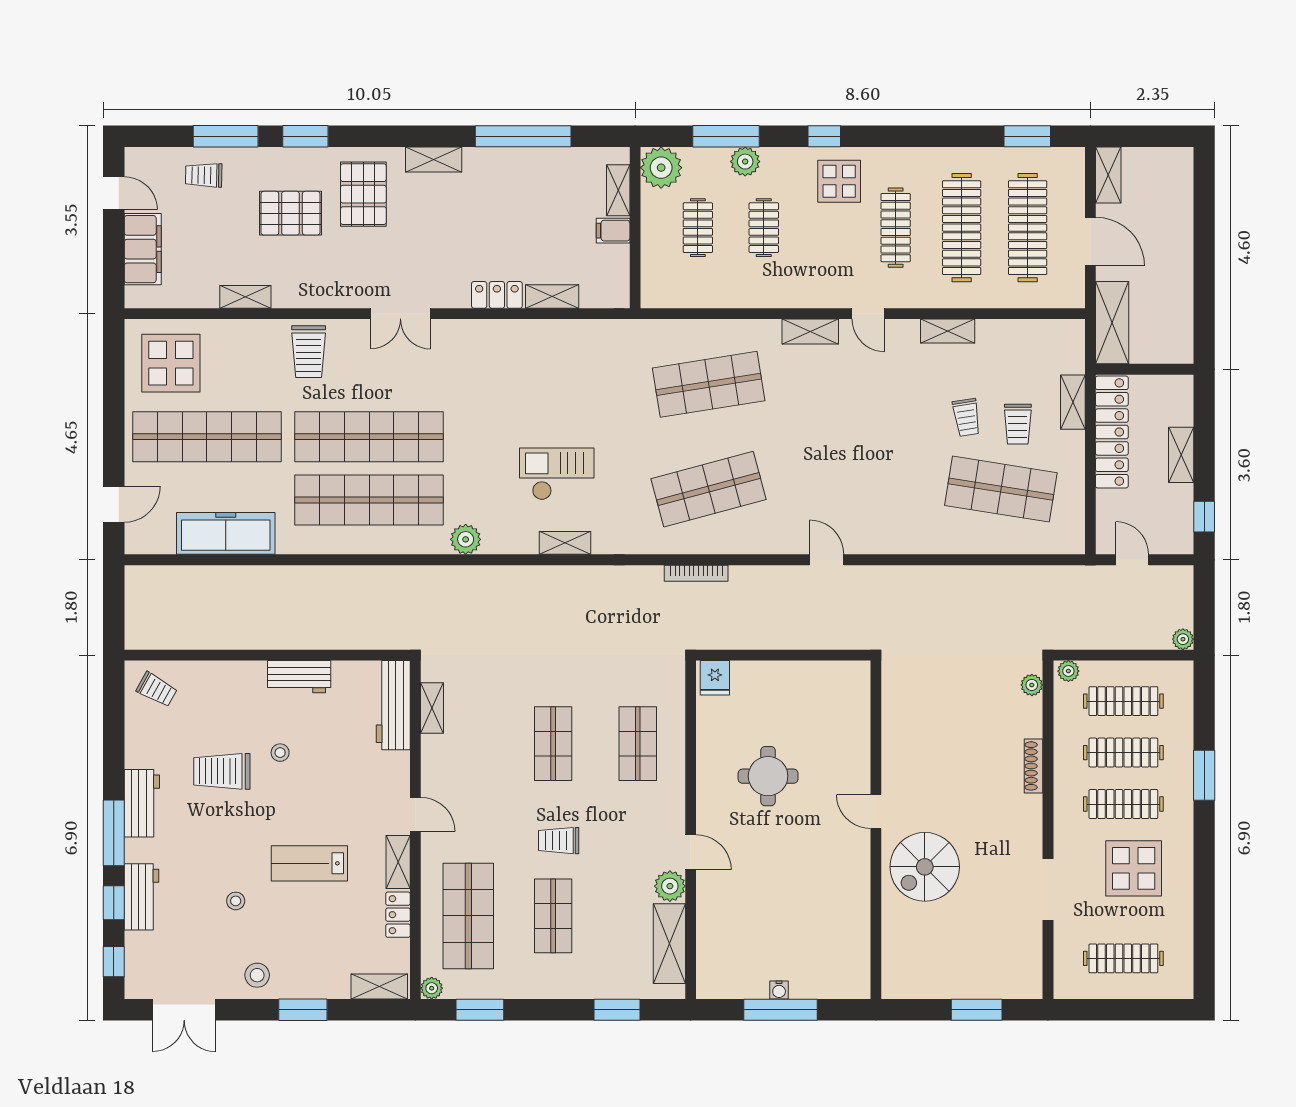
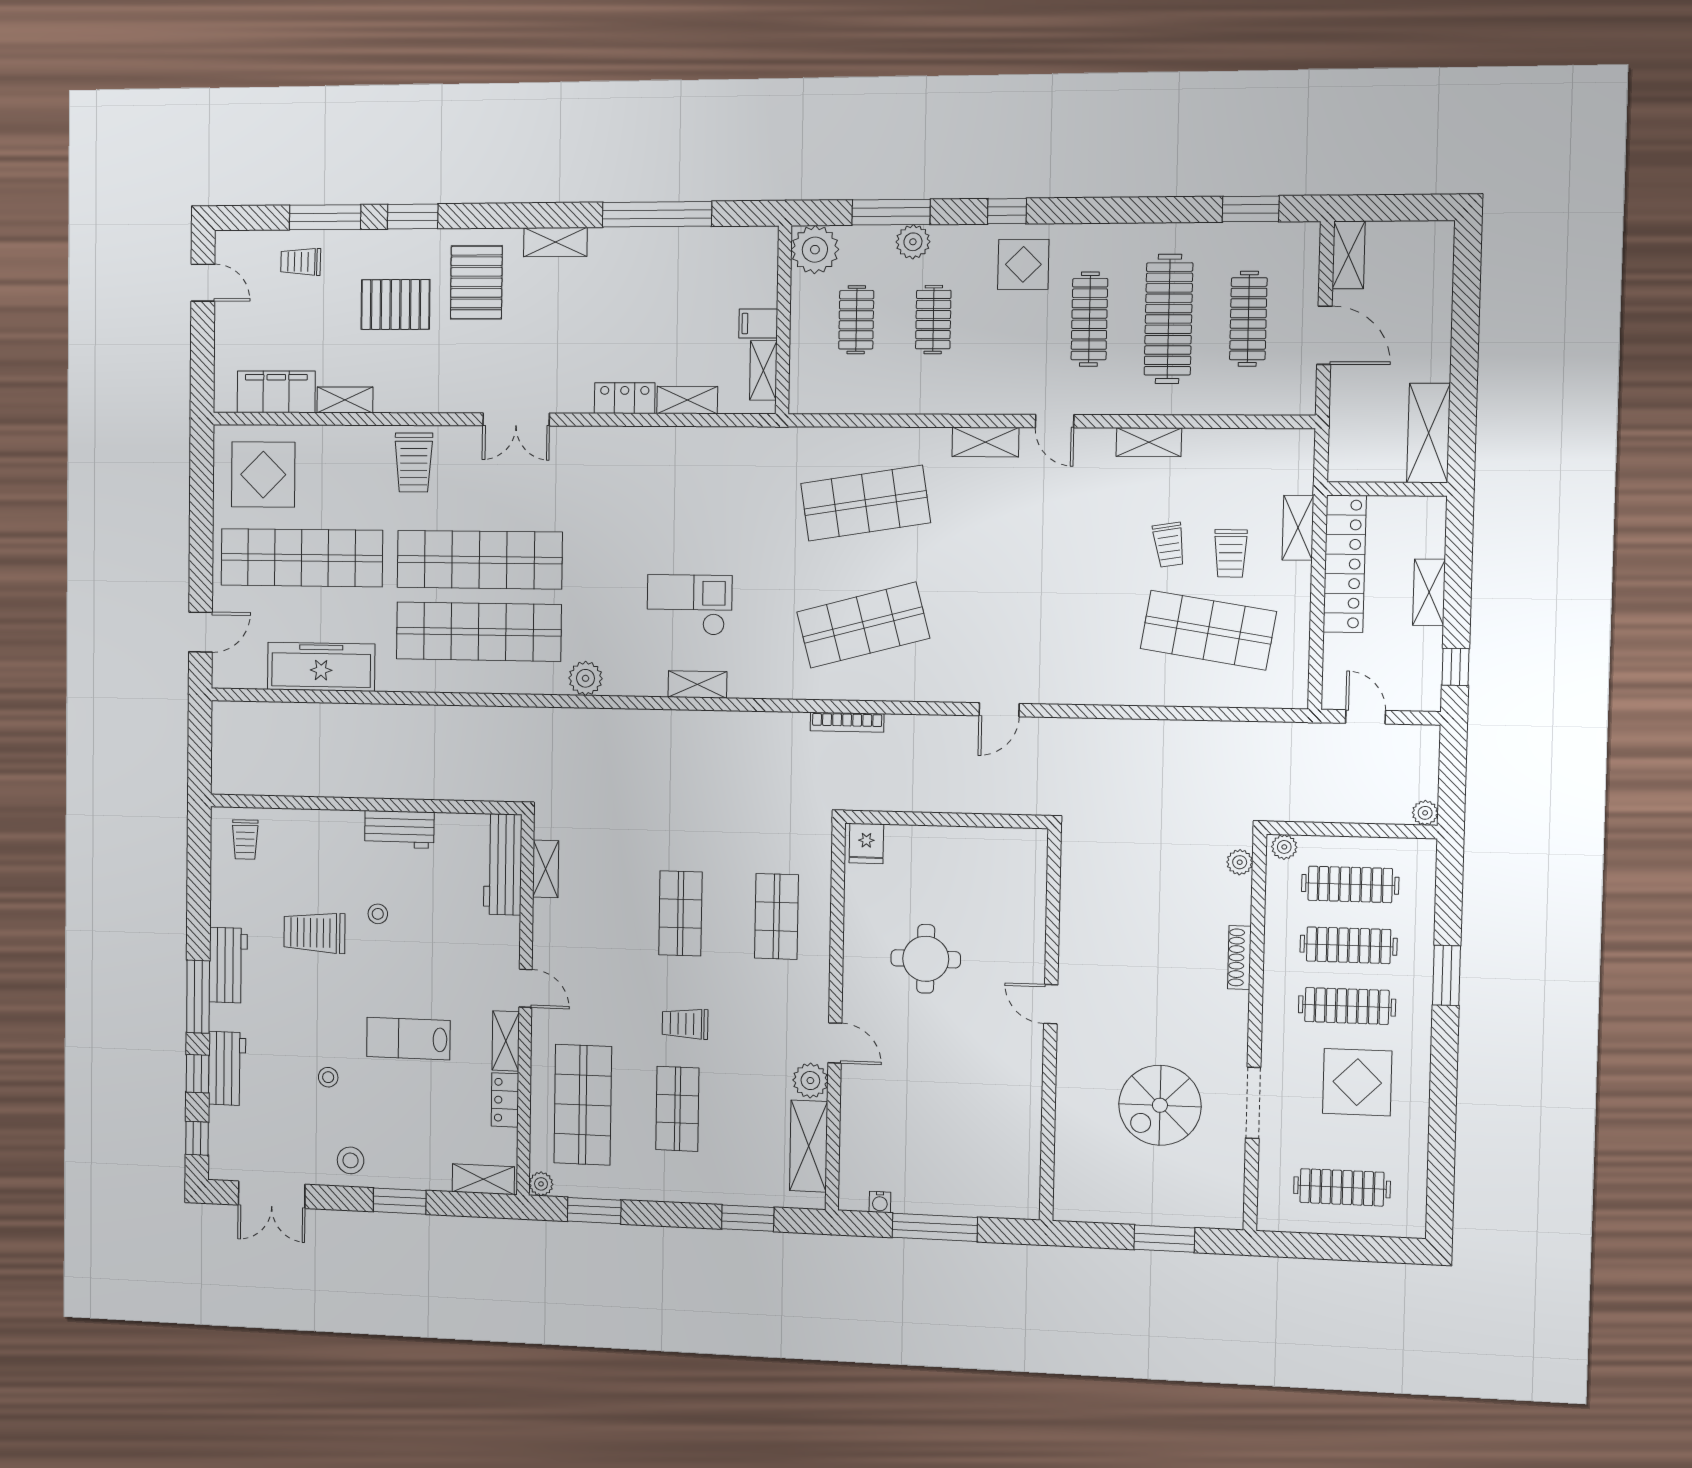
shelving: (618, 190) -> (763, 370), moved
clothes rail: (1028, 228) -> (1248, 319), width x0.73, depth x0.76
filing cabinet: (143, 249) -> (276, 392), moved, turned -90
shelving: (1112, 323) -> (1429, 433), moved
door: (827, 560) -> (999, 710), swing flipped
trolley: (157, 690) -> (245, 840), turned 61
spiral stairs: (925, 867) -> (1160, 1105), moved
water cooler: (779, 990) -> (880, 1202), moved

